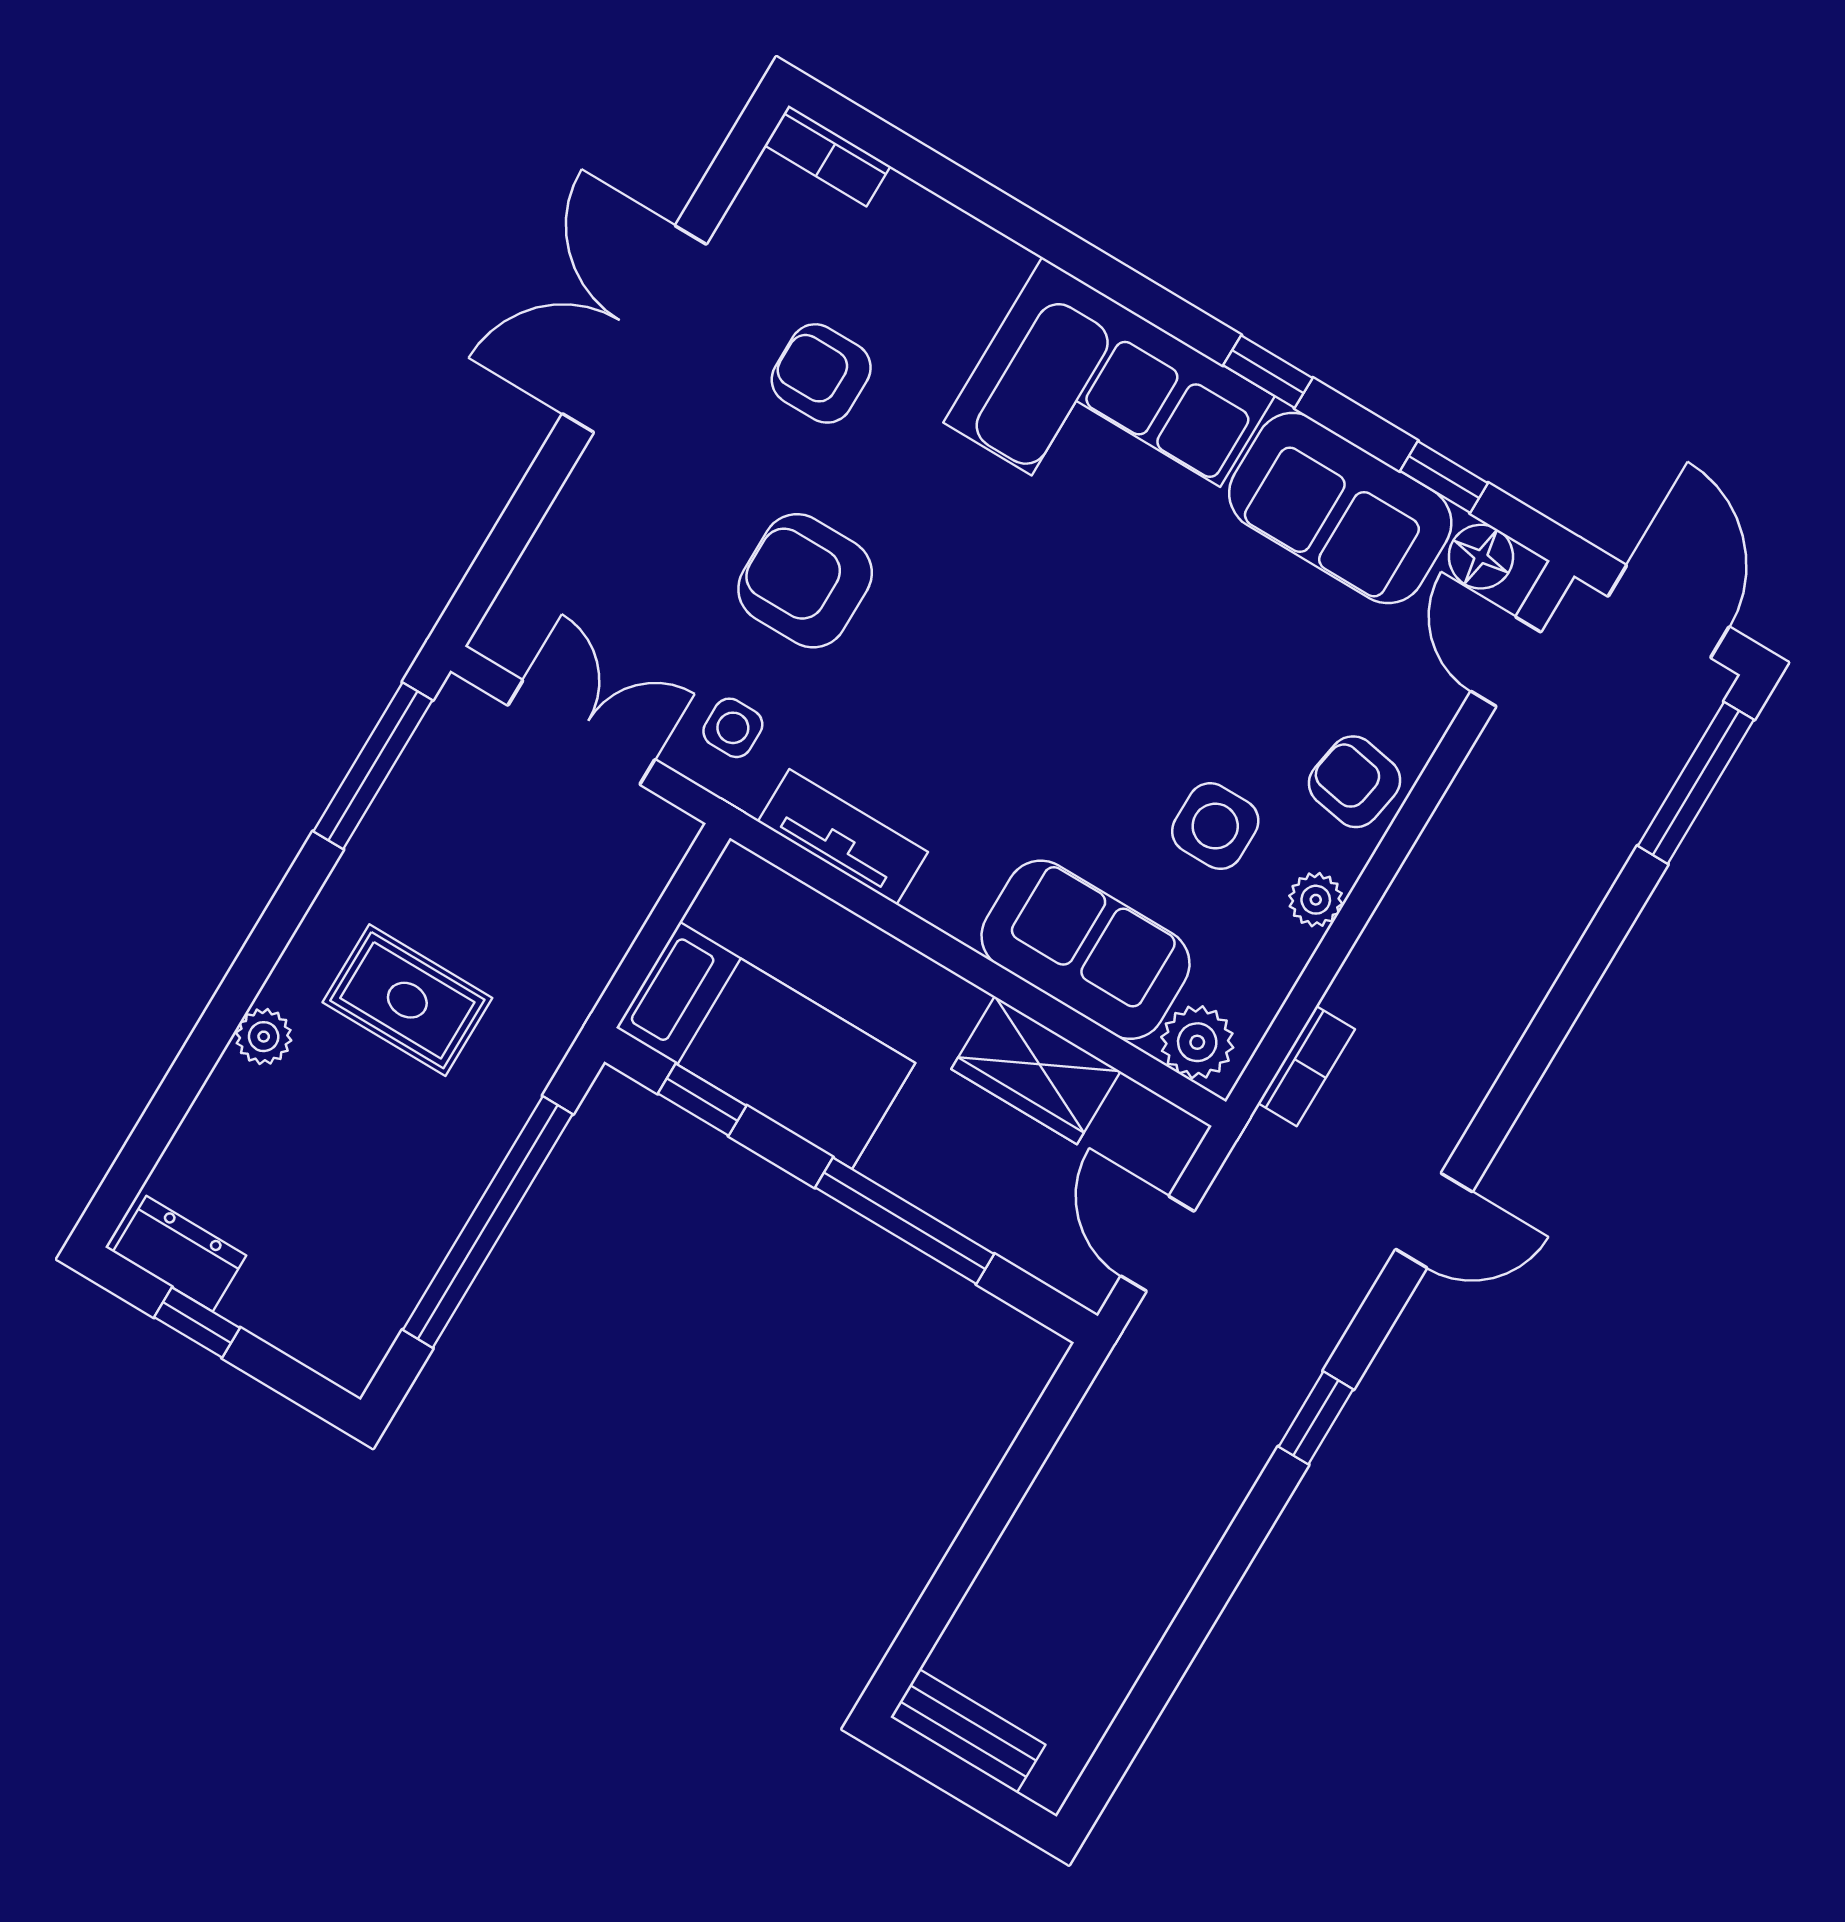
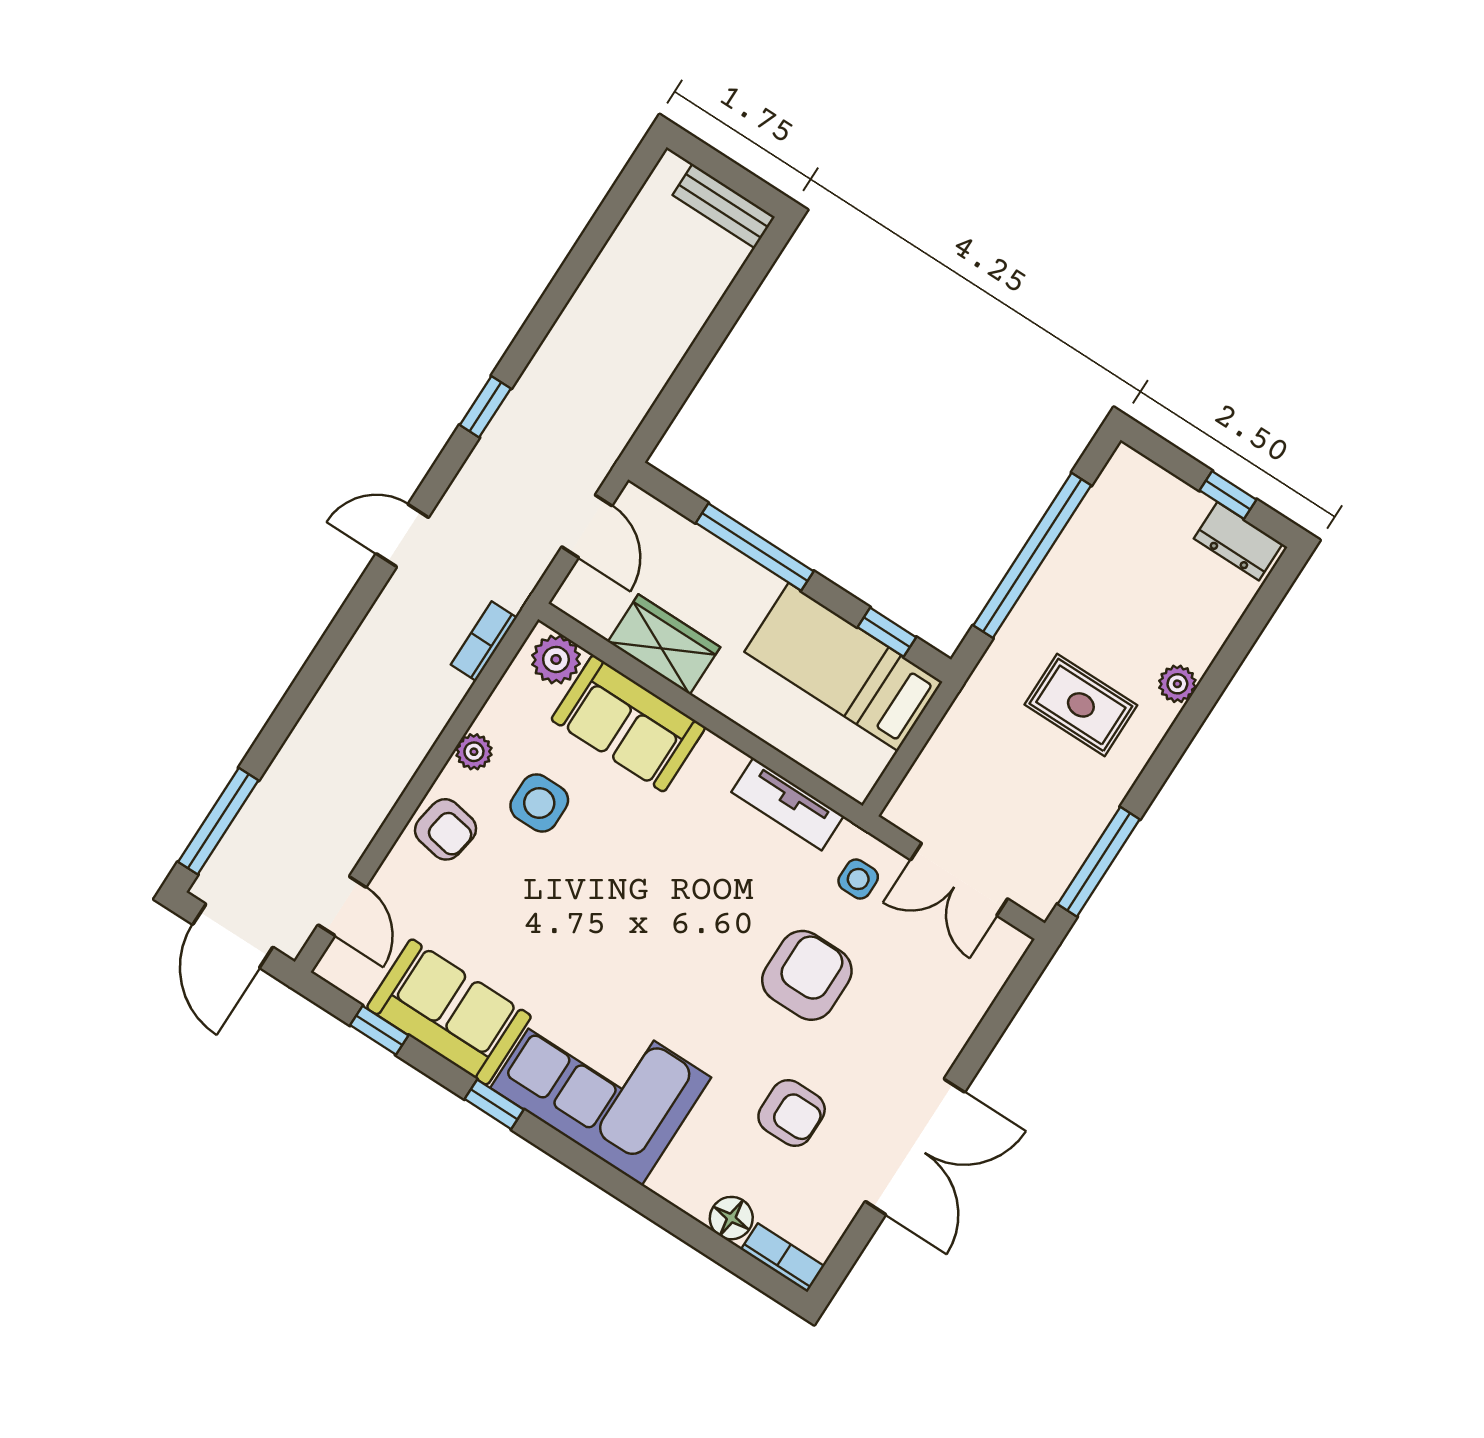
floor lamp: (1481, 557) -> (731, 1218), moved
armchair: (805, 581) -> (807, 975), turned -90

